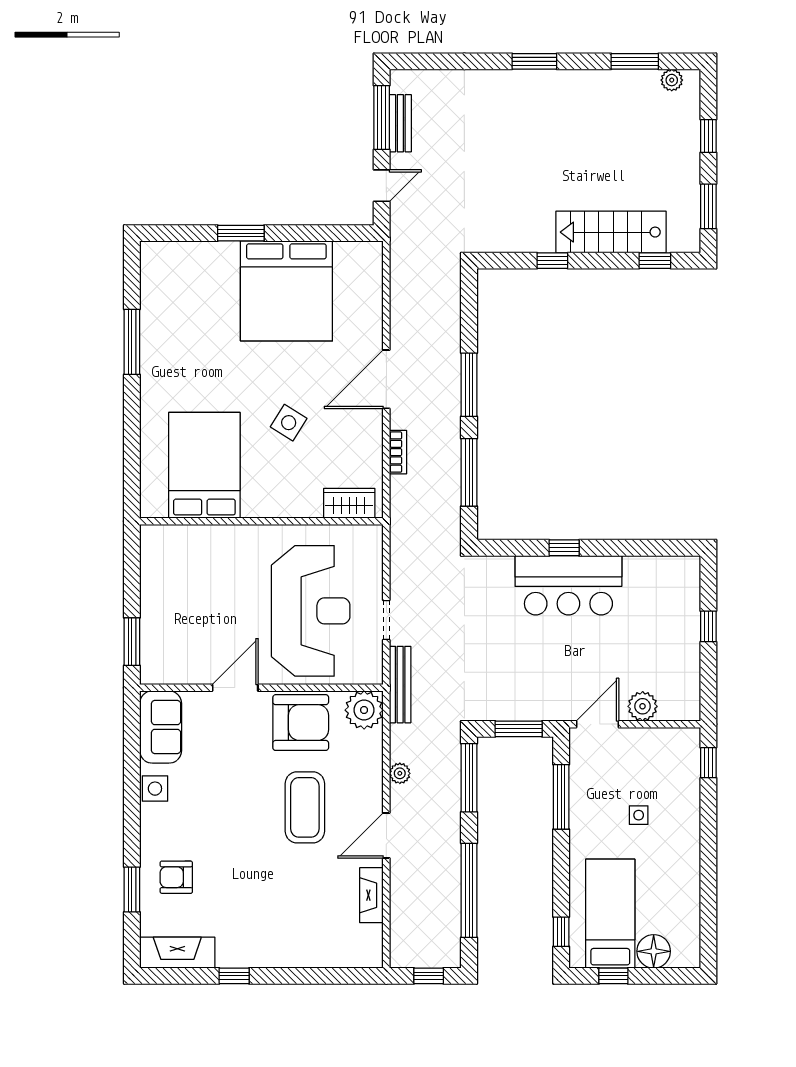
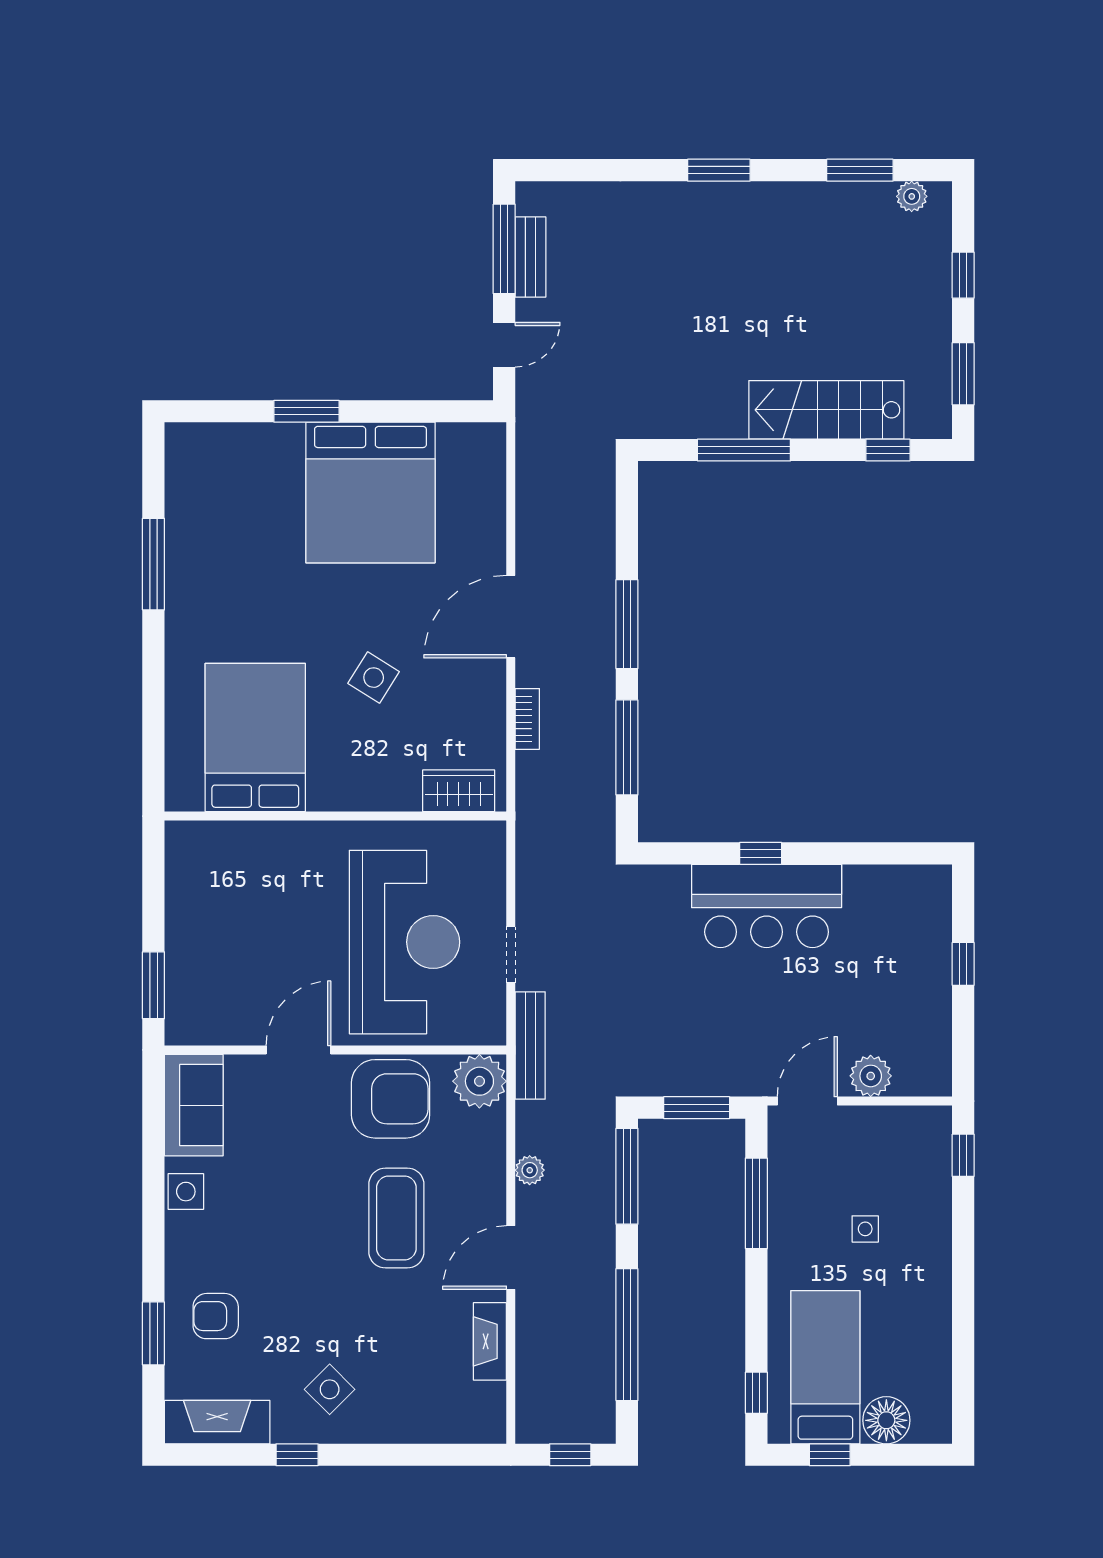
window: (552, 261) -> (744, 450), width x2.17
side table: (257, 929) -> (330, 1389), added

